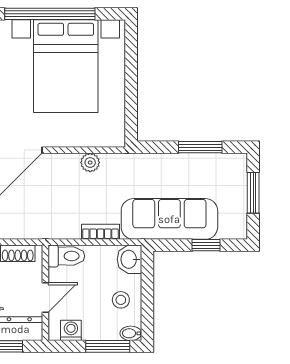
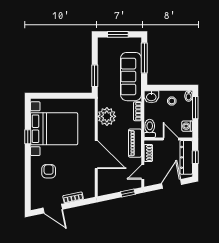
window: (50, 14) -> (28, 137), width x0.32
window: (200, 147) -> (95, 76), moved
plant: (90, 163) -> (107, 116), width x1.88, depth x1.88
piano: (37, 227) -> (135, 143), added
window: (206, 245) -> (144, 58), width x2.17

